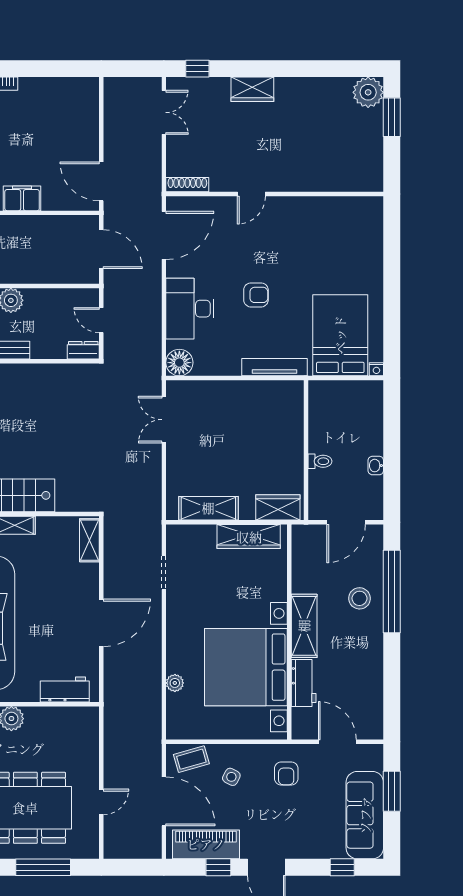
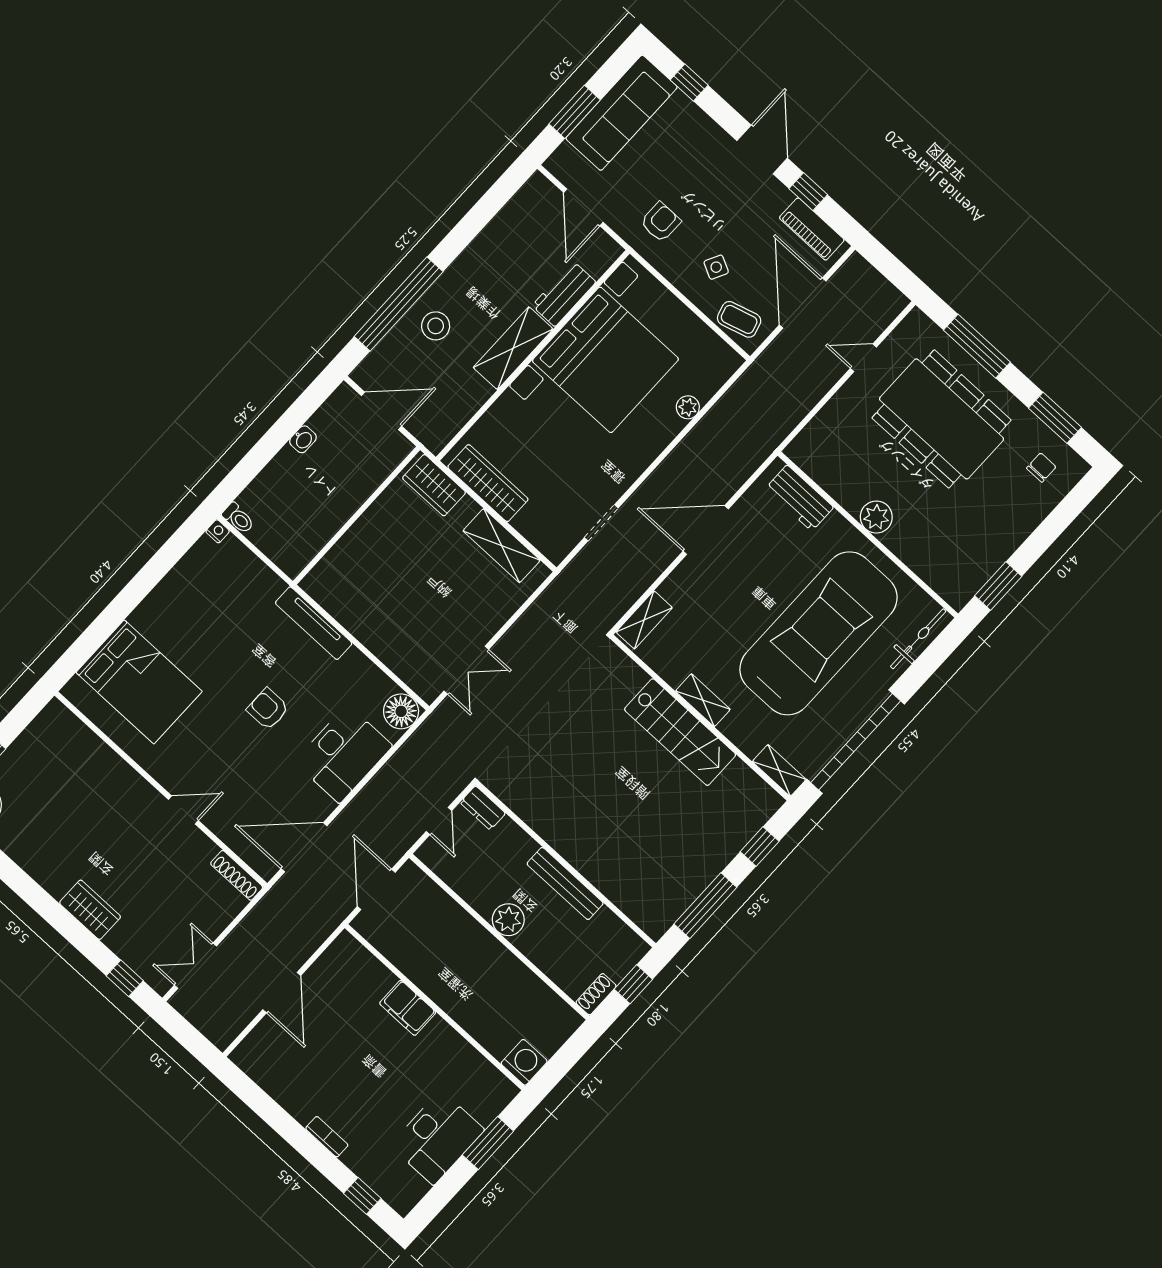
door: (101, 181) -> (282, 993), moved
bed: (340, 335) -> (139, 682), moved, turned -90
toilet: (320, 461) -> (238, 518), moved, turned 180
piano: (206, 844) -> (812, 229), width x0.73, depth x0.75

